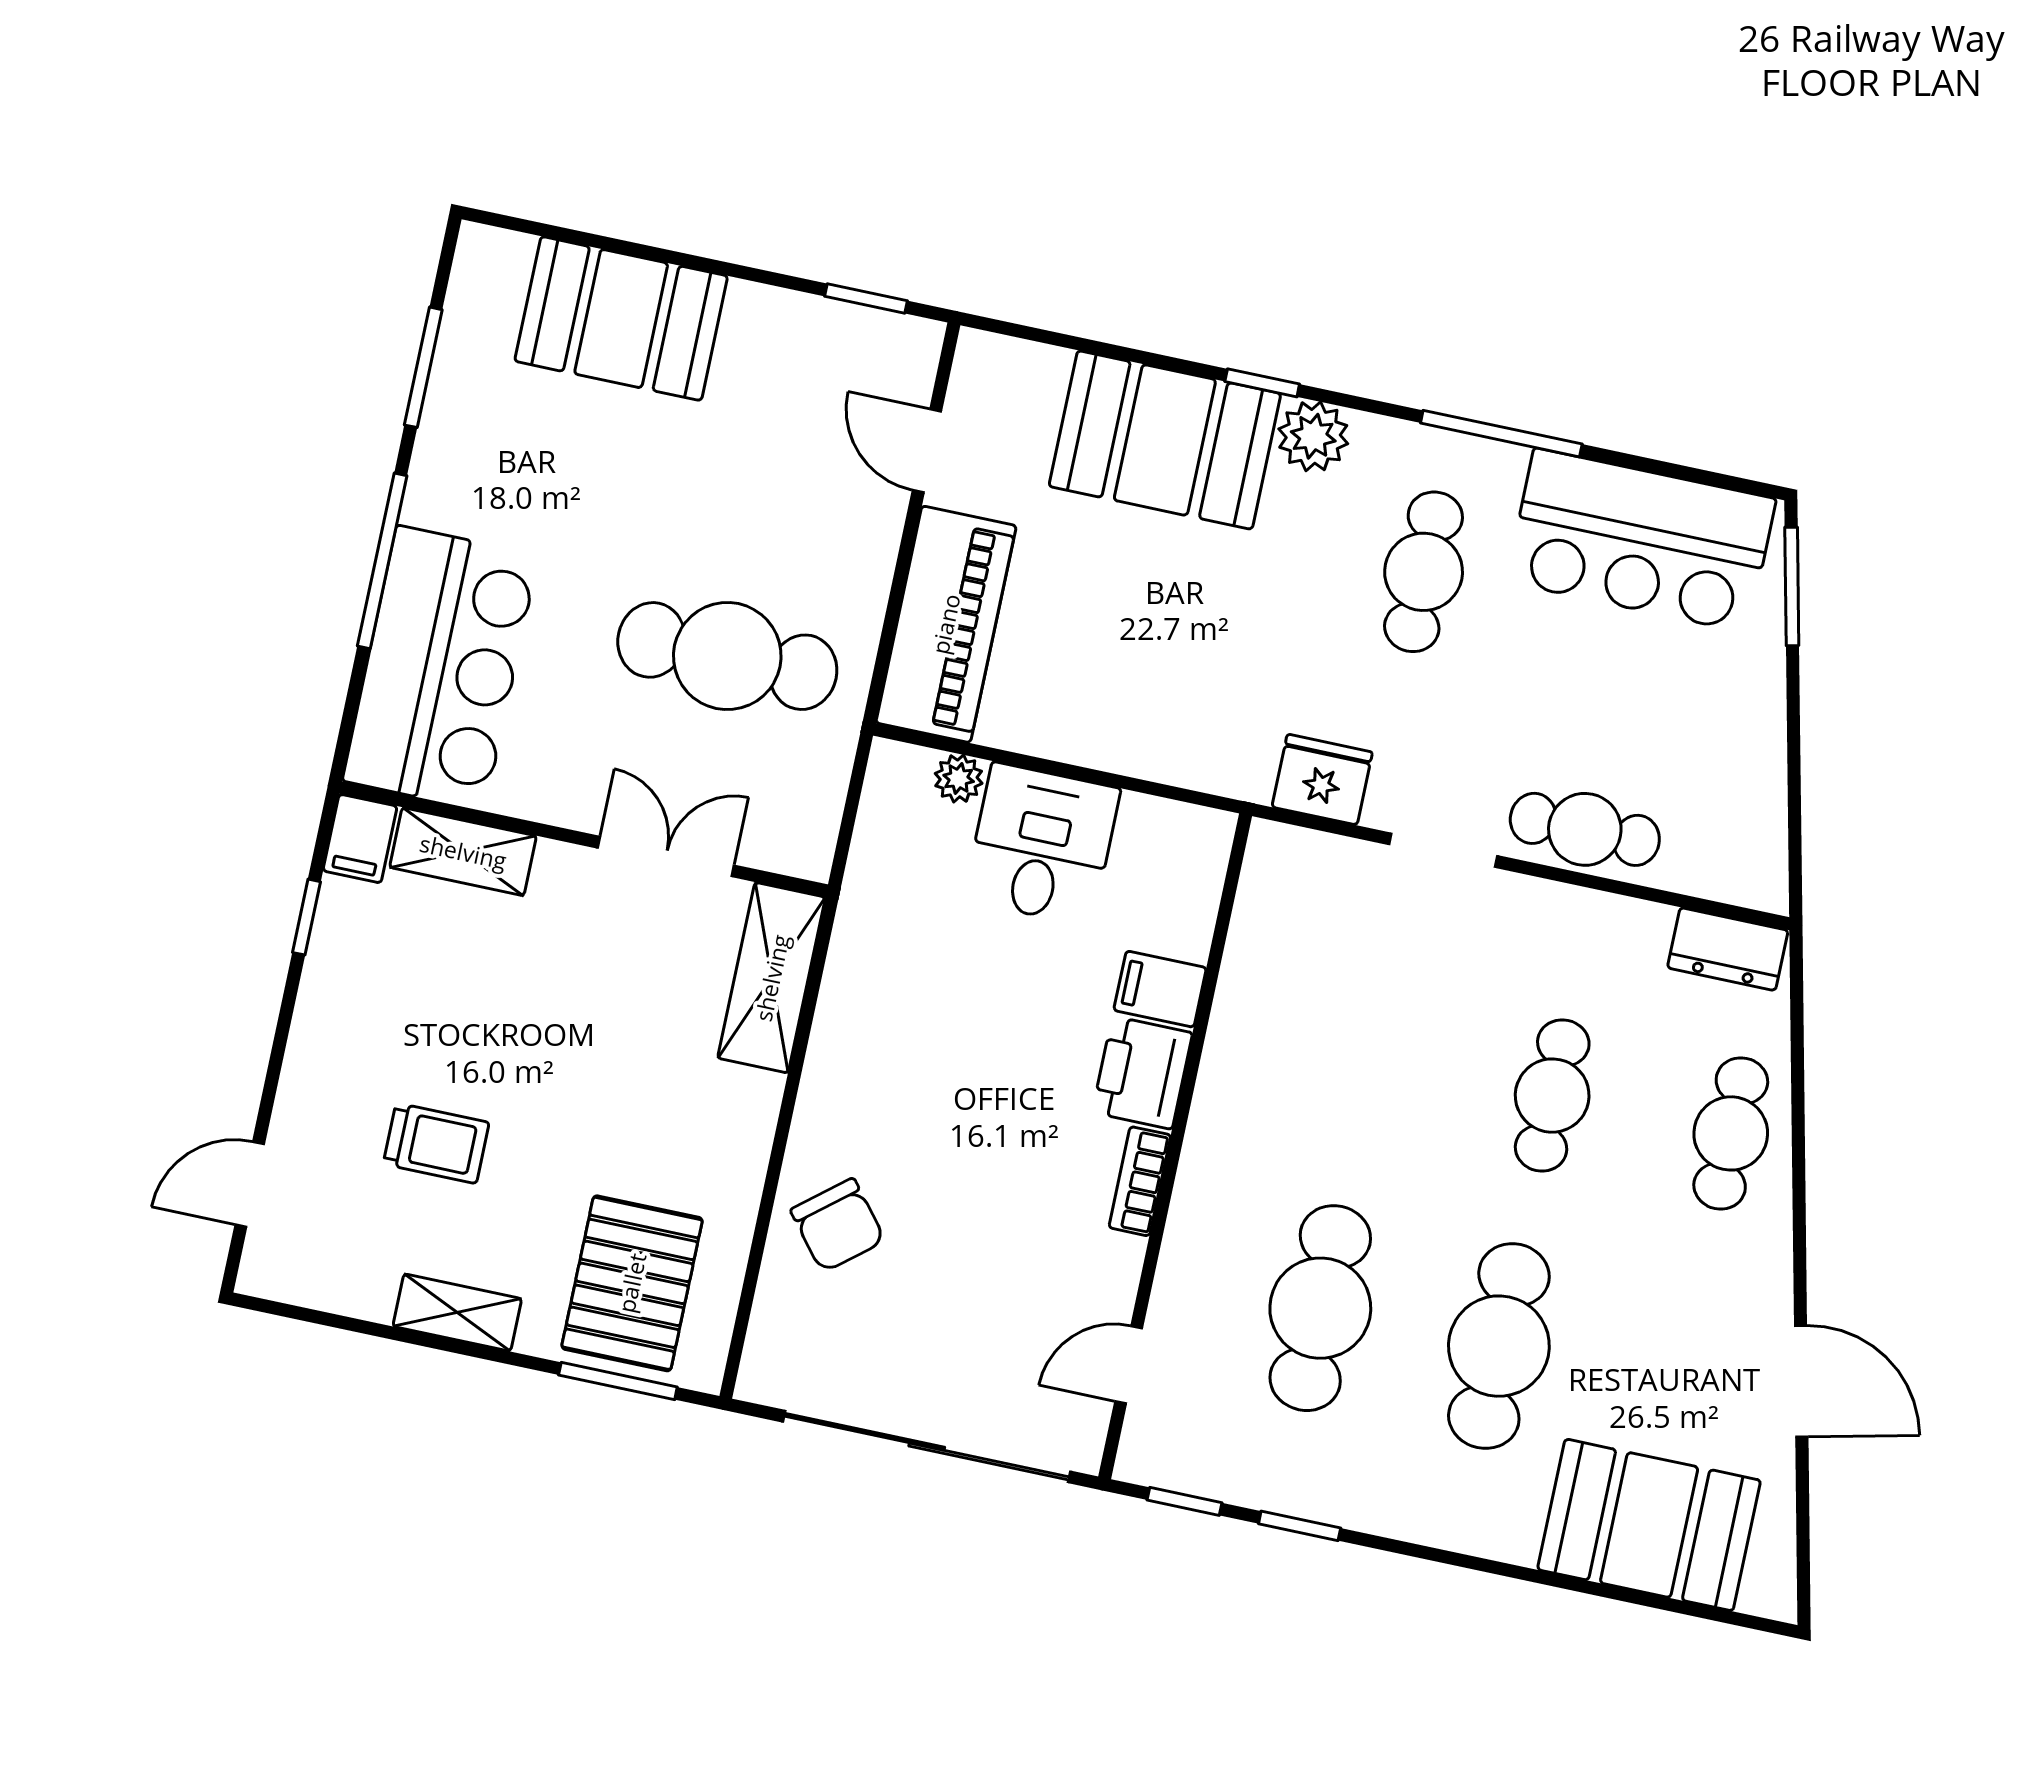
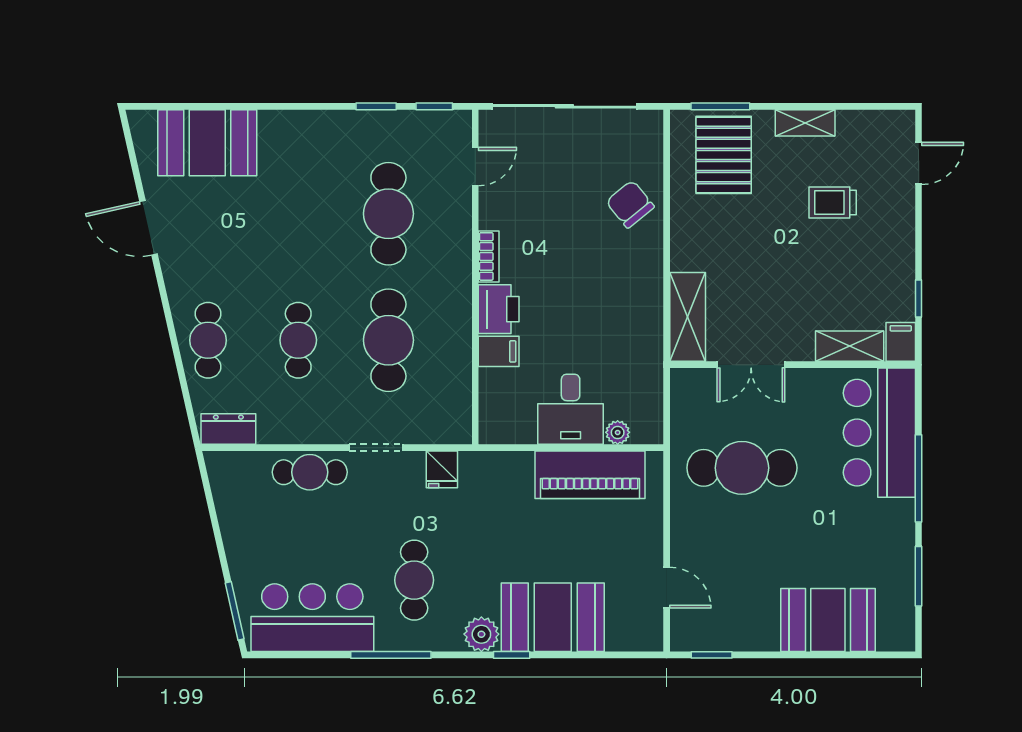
piano: (946, 624) -> (590, 475), moved, turned -90
fridge: (1322, 780) -> (442, 469), width x0.72
cafe table: (1499, 1346) -> (388, 340), moved

